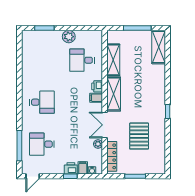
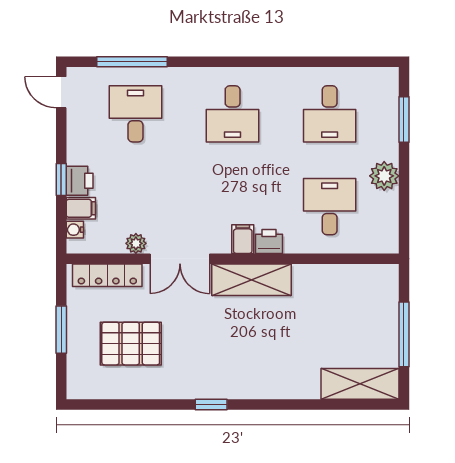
desk: (42, 60) -> (330, 114), added
shelving: (113, 60) -> (330, 279), removed
double door: (105, 125) -> (180, 259), swing flipped
pallet: (139, 136) -> (131, 344), moved

